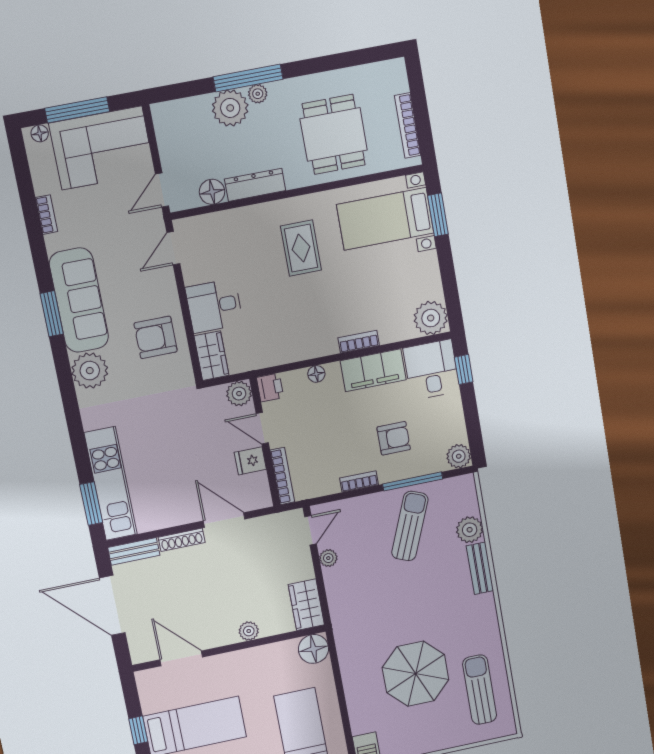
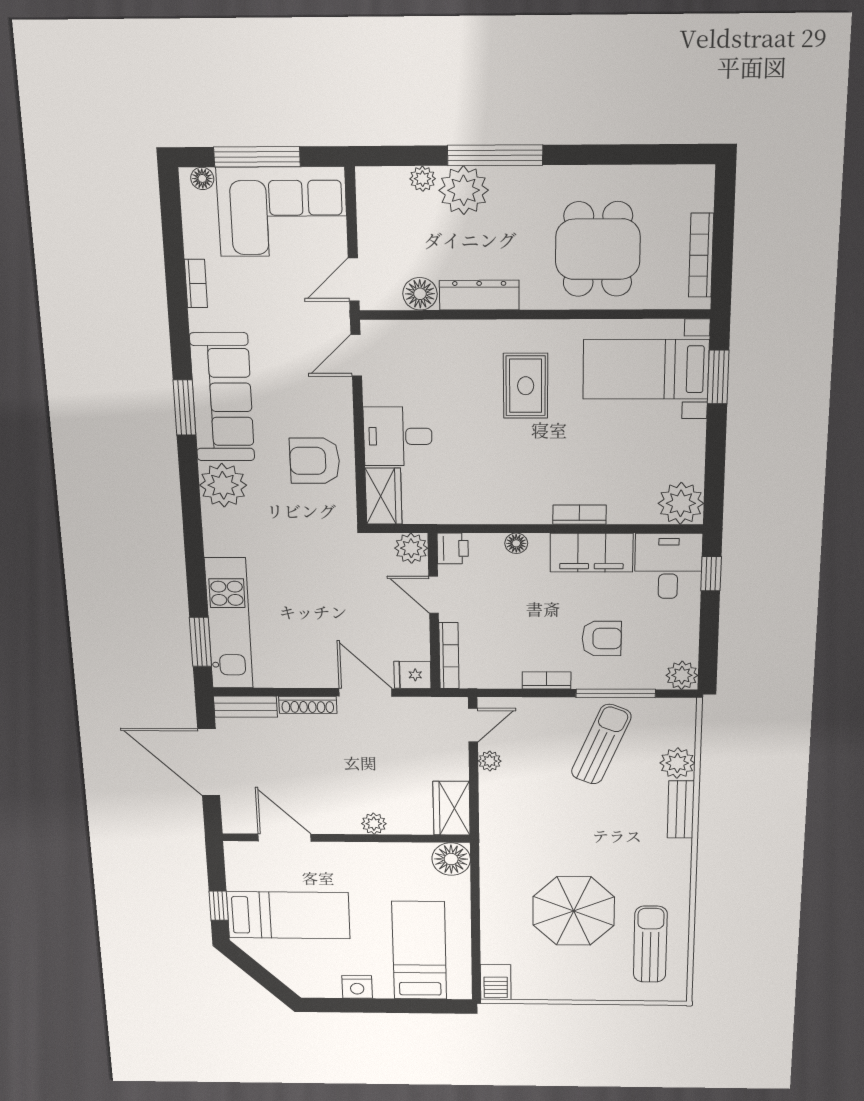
plant: (258, 94) -> (423, 179), moved
fridge: (250, 461) -> (412, 675), moved

